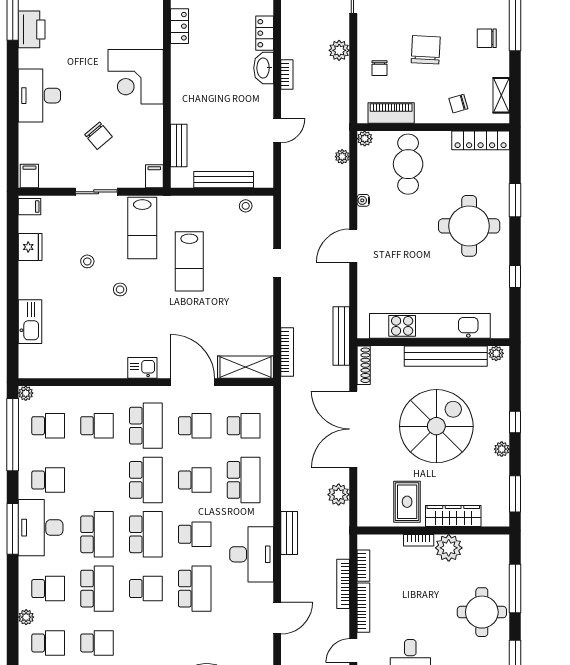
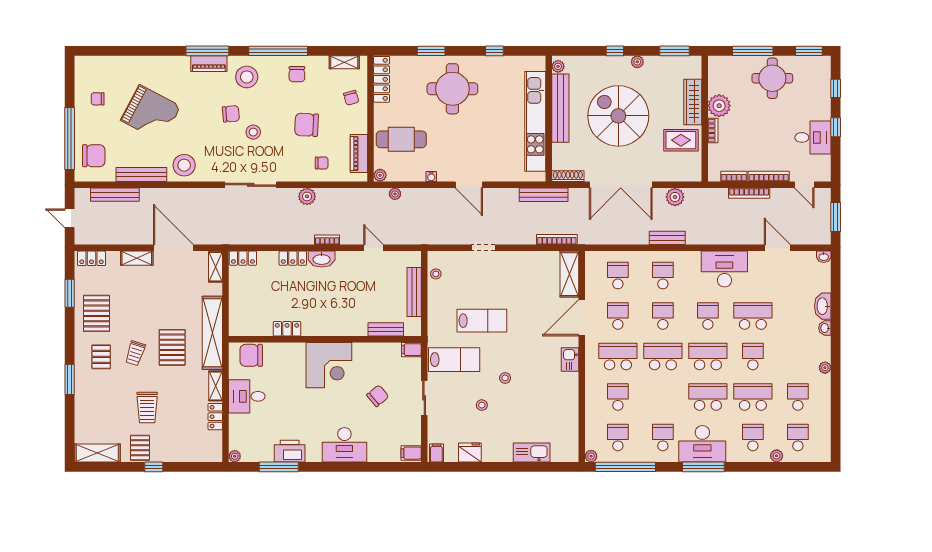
school desk: (244, 480) -> (663, 276), width x0.54
bench: (289, 533) -> (667, 238), moved

